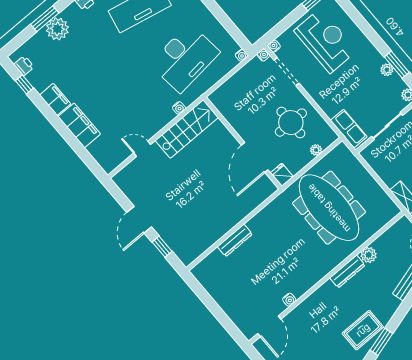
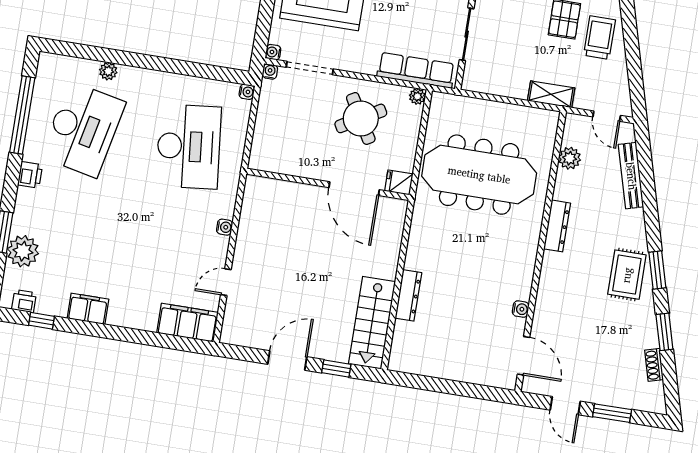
plant: (57, 29) -> (23, 251), moved
water cooler: (179, 108) -> (225, 227), moved
round table: (291, 123) -> (361, 118), turned -30
filing cabinet: (79, 125) -> (187, 323), moved
stairs: (187, 129) -> (372, 323), moved, turned 180
row of seats: (349, 129) -> (416, 70), width x1.48
plant: (316, 150) -> (417, 96), moved
door: (139, 220) -> (287, 361), swing flipped
plant: (369, 255) -> (570, 158), moved

